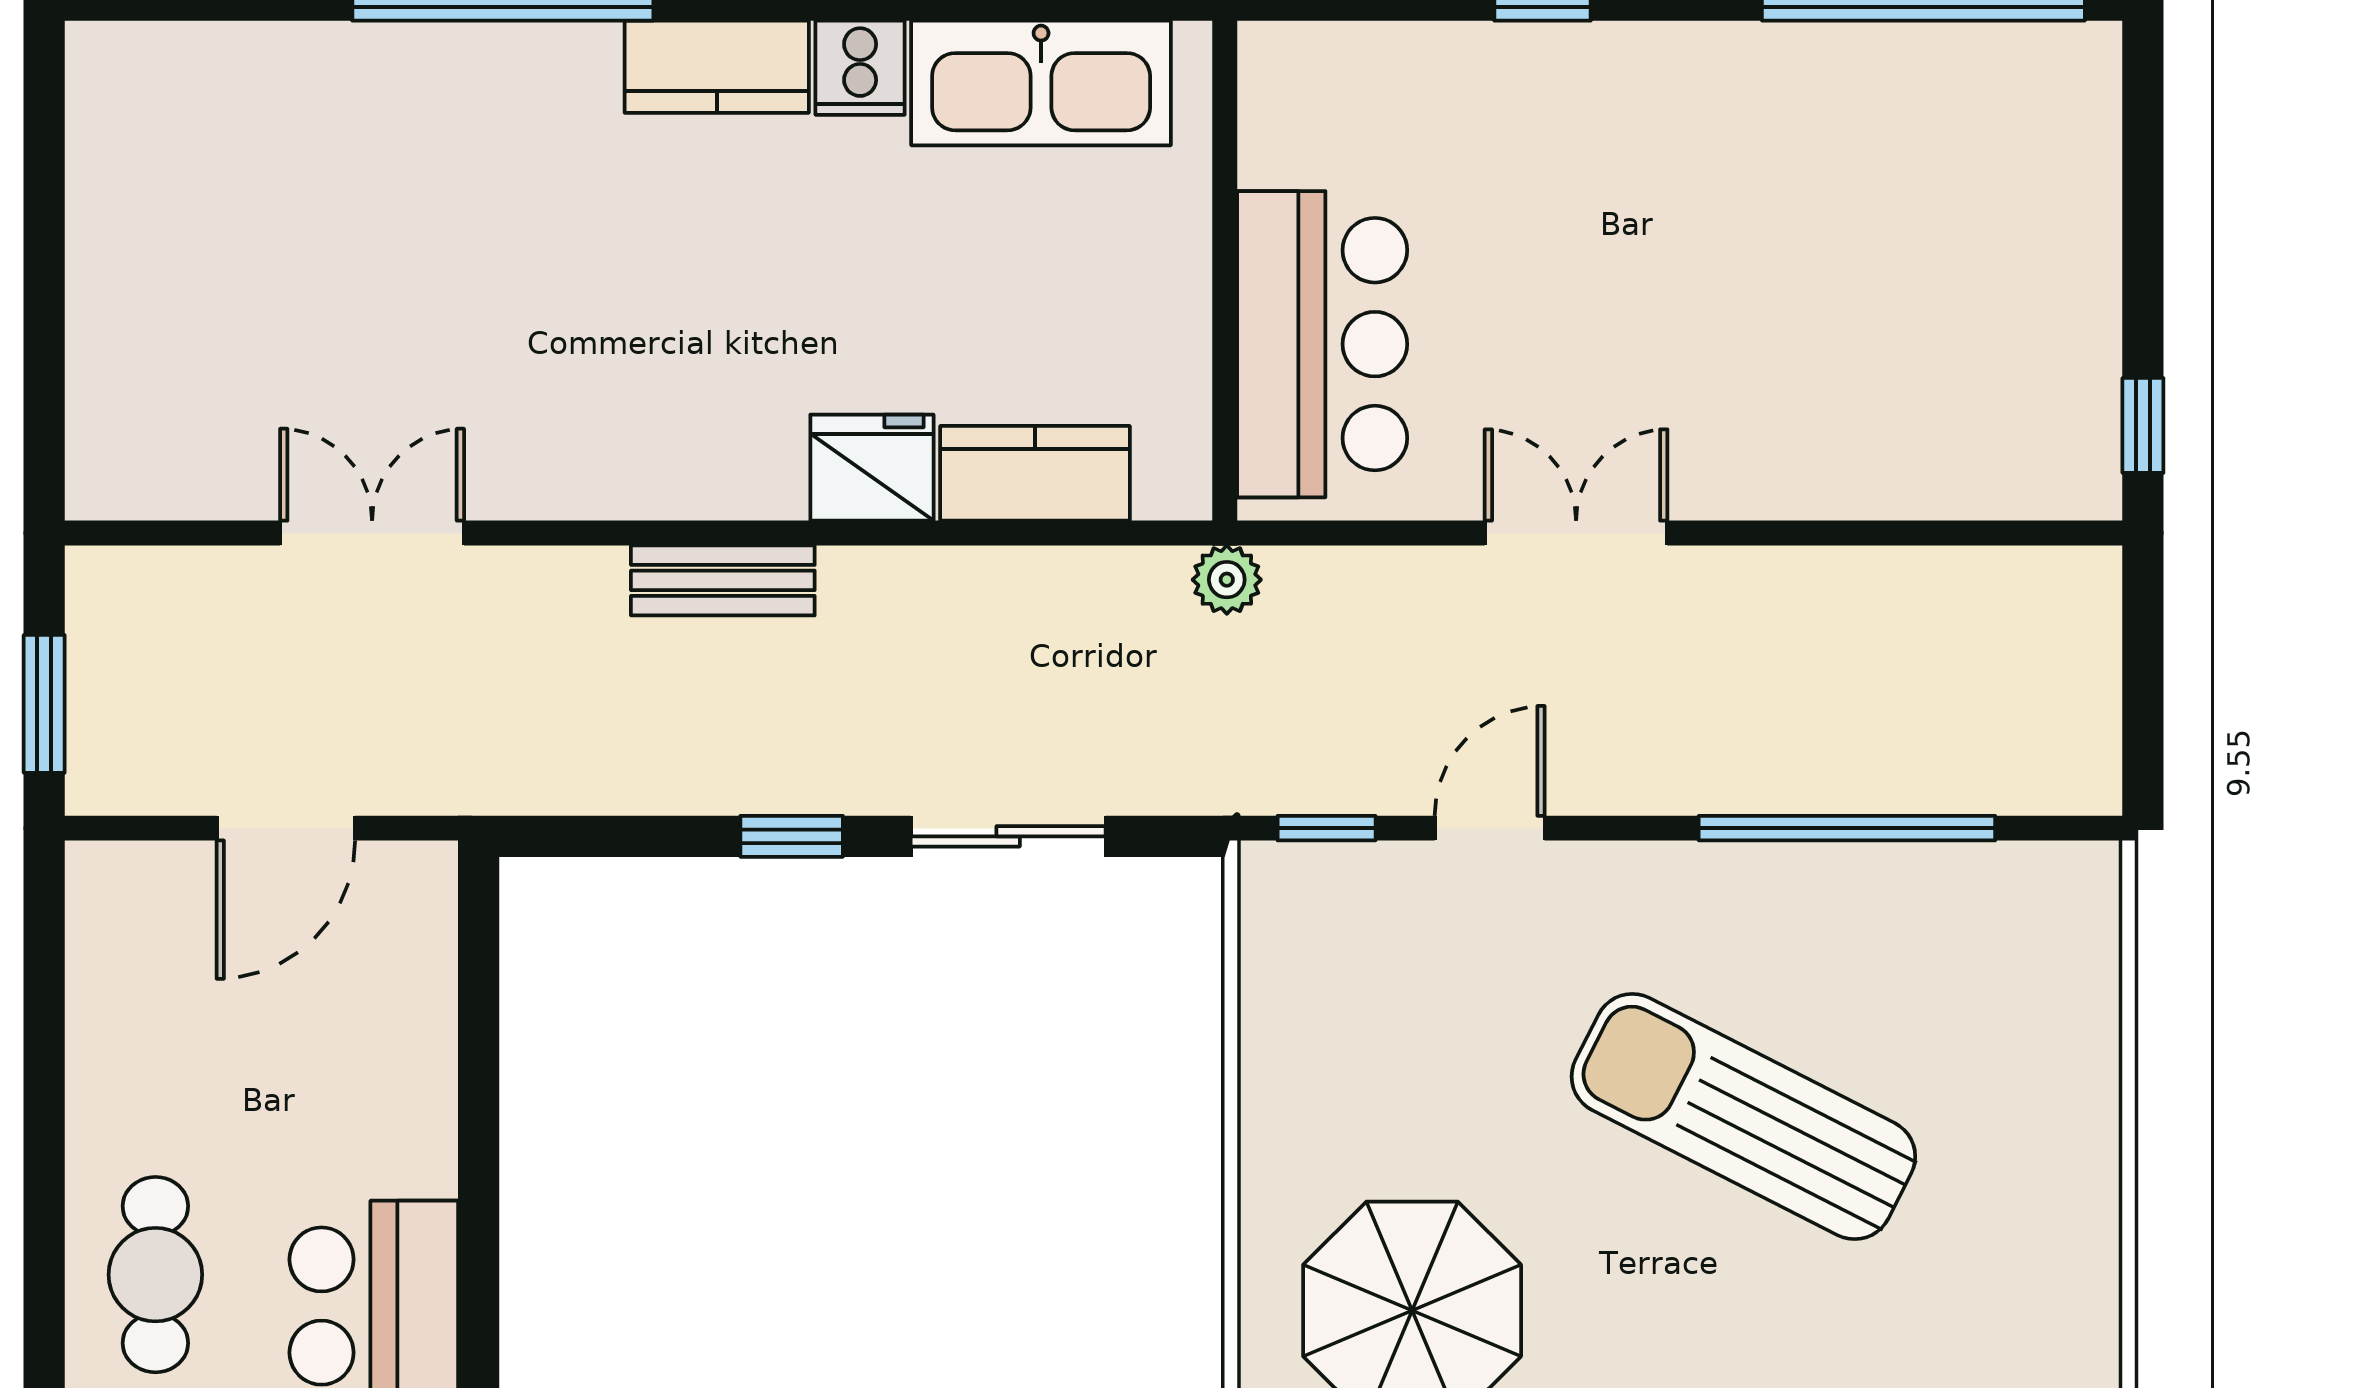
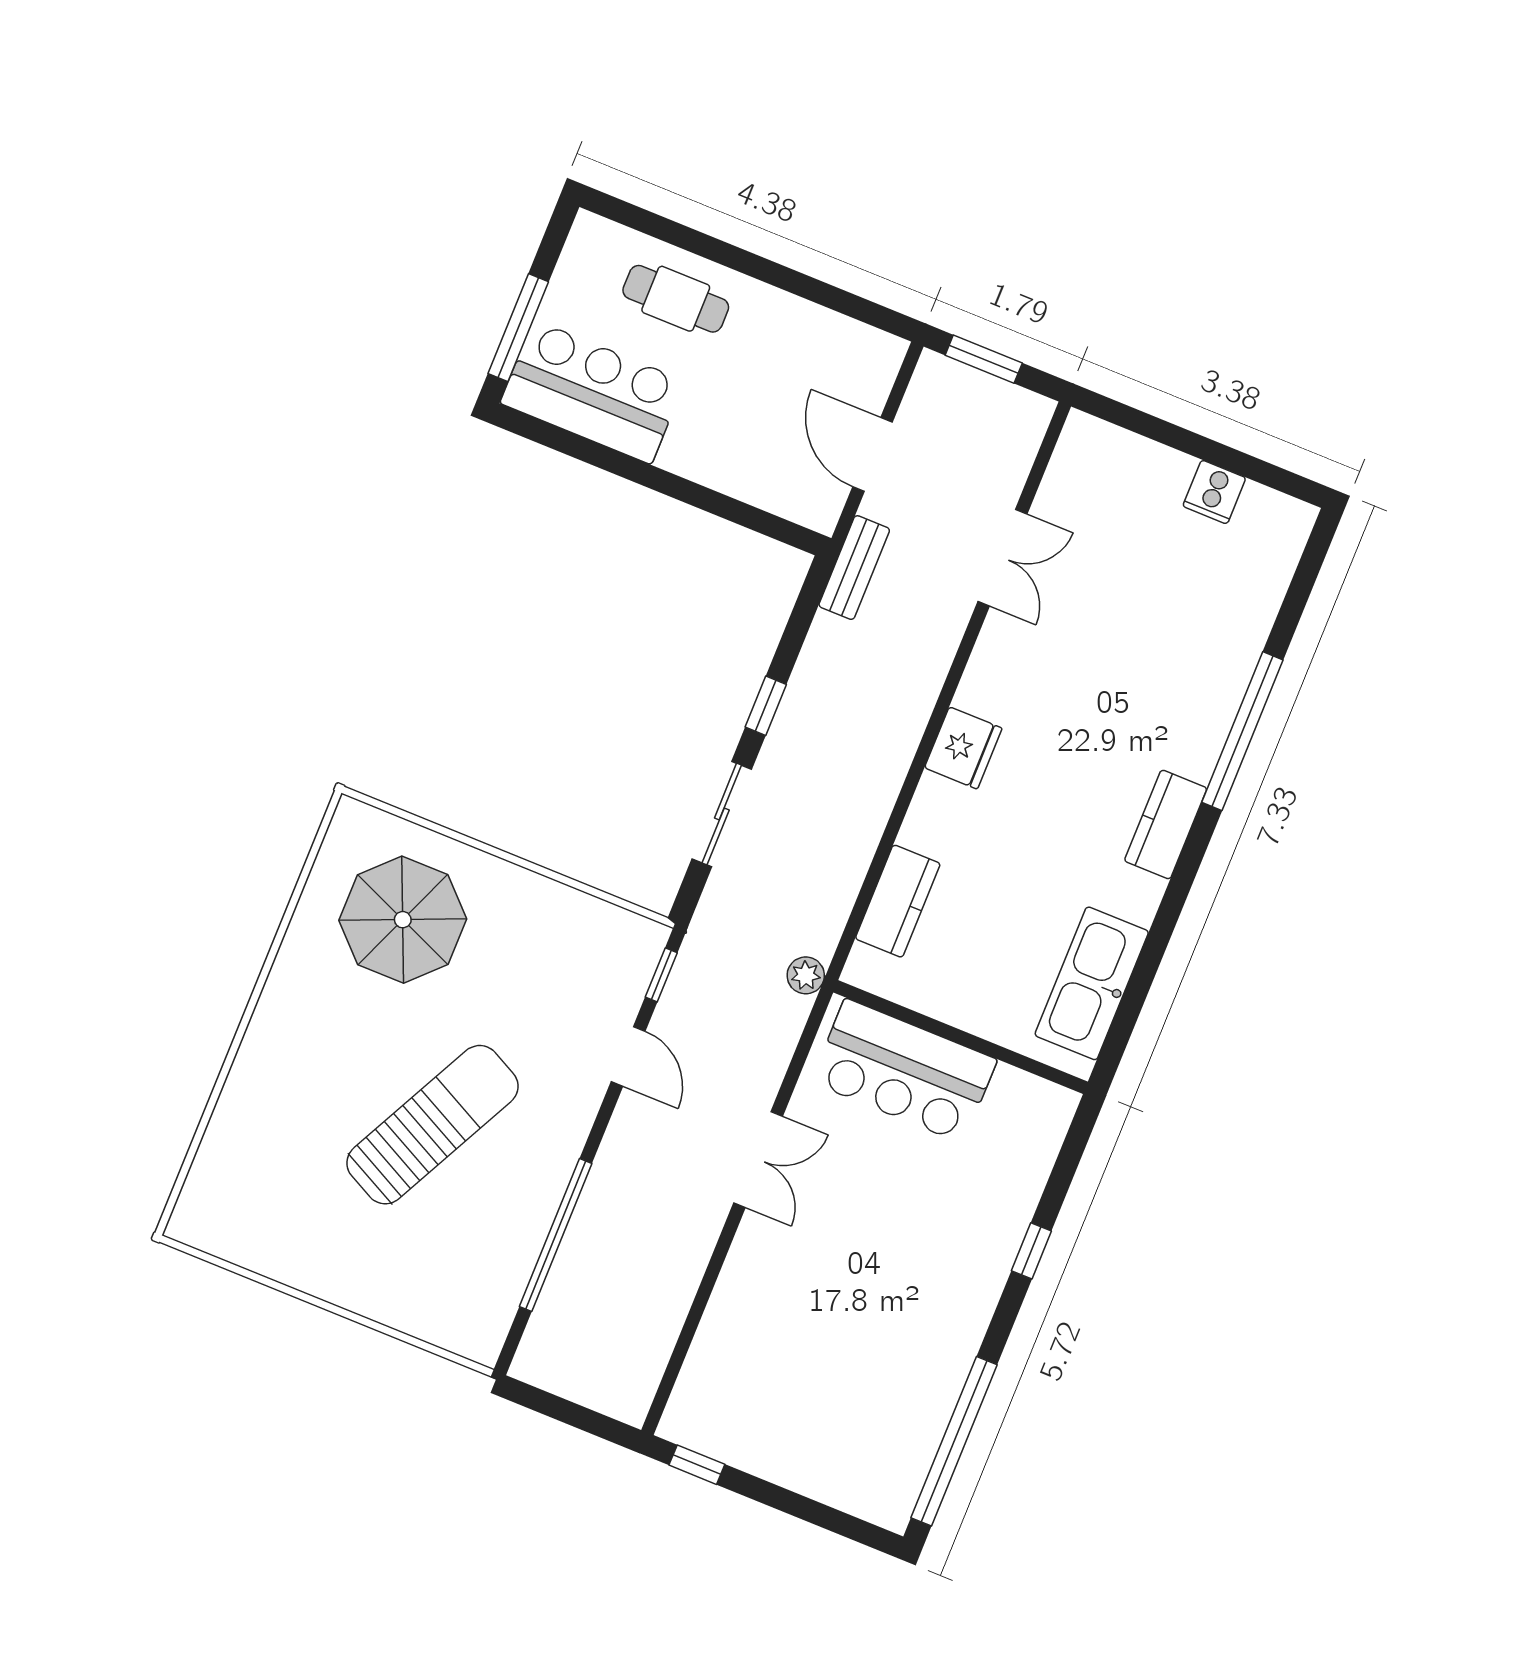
cooker: (860, 68) -> (1214, 492), moved, turned -90
fridge: (872, 468) -> (963, 748), moved
bench: (723, 580) -> (854, 568), moved

